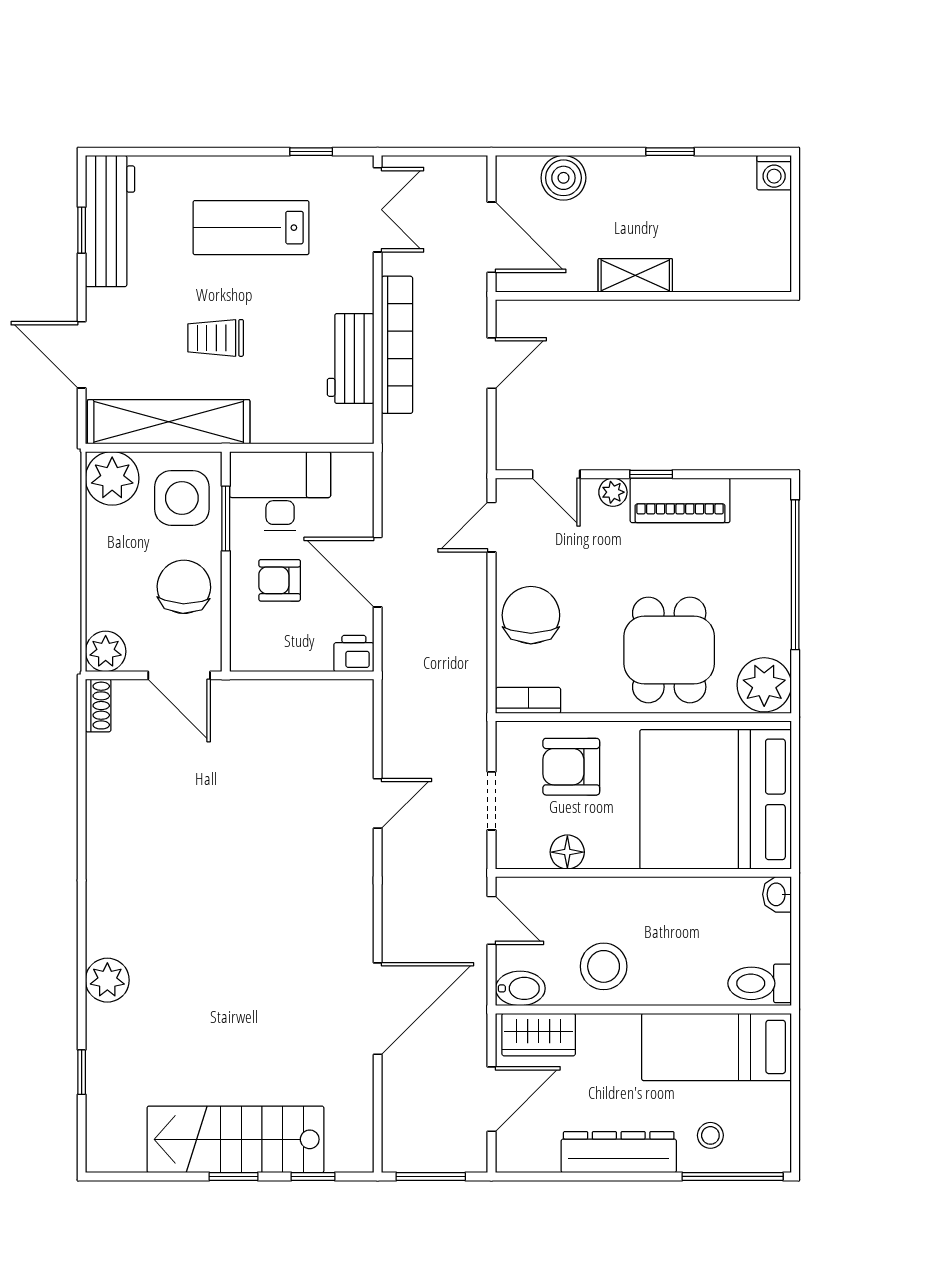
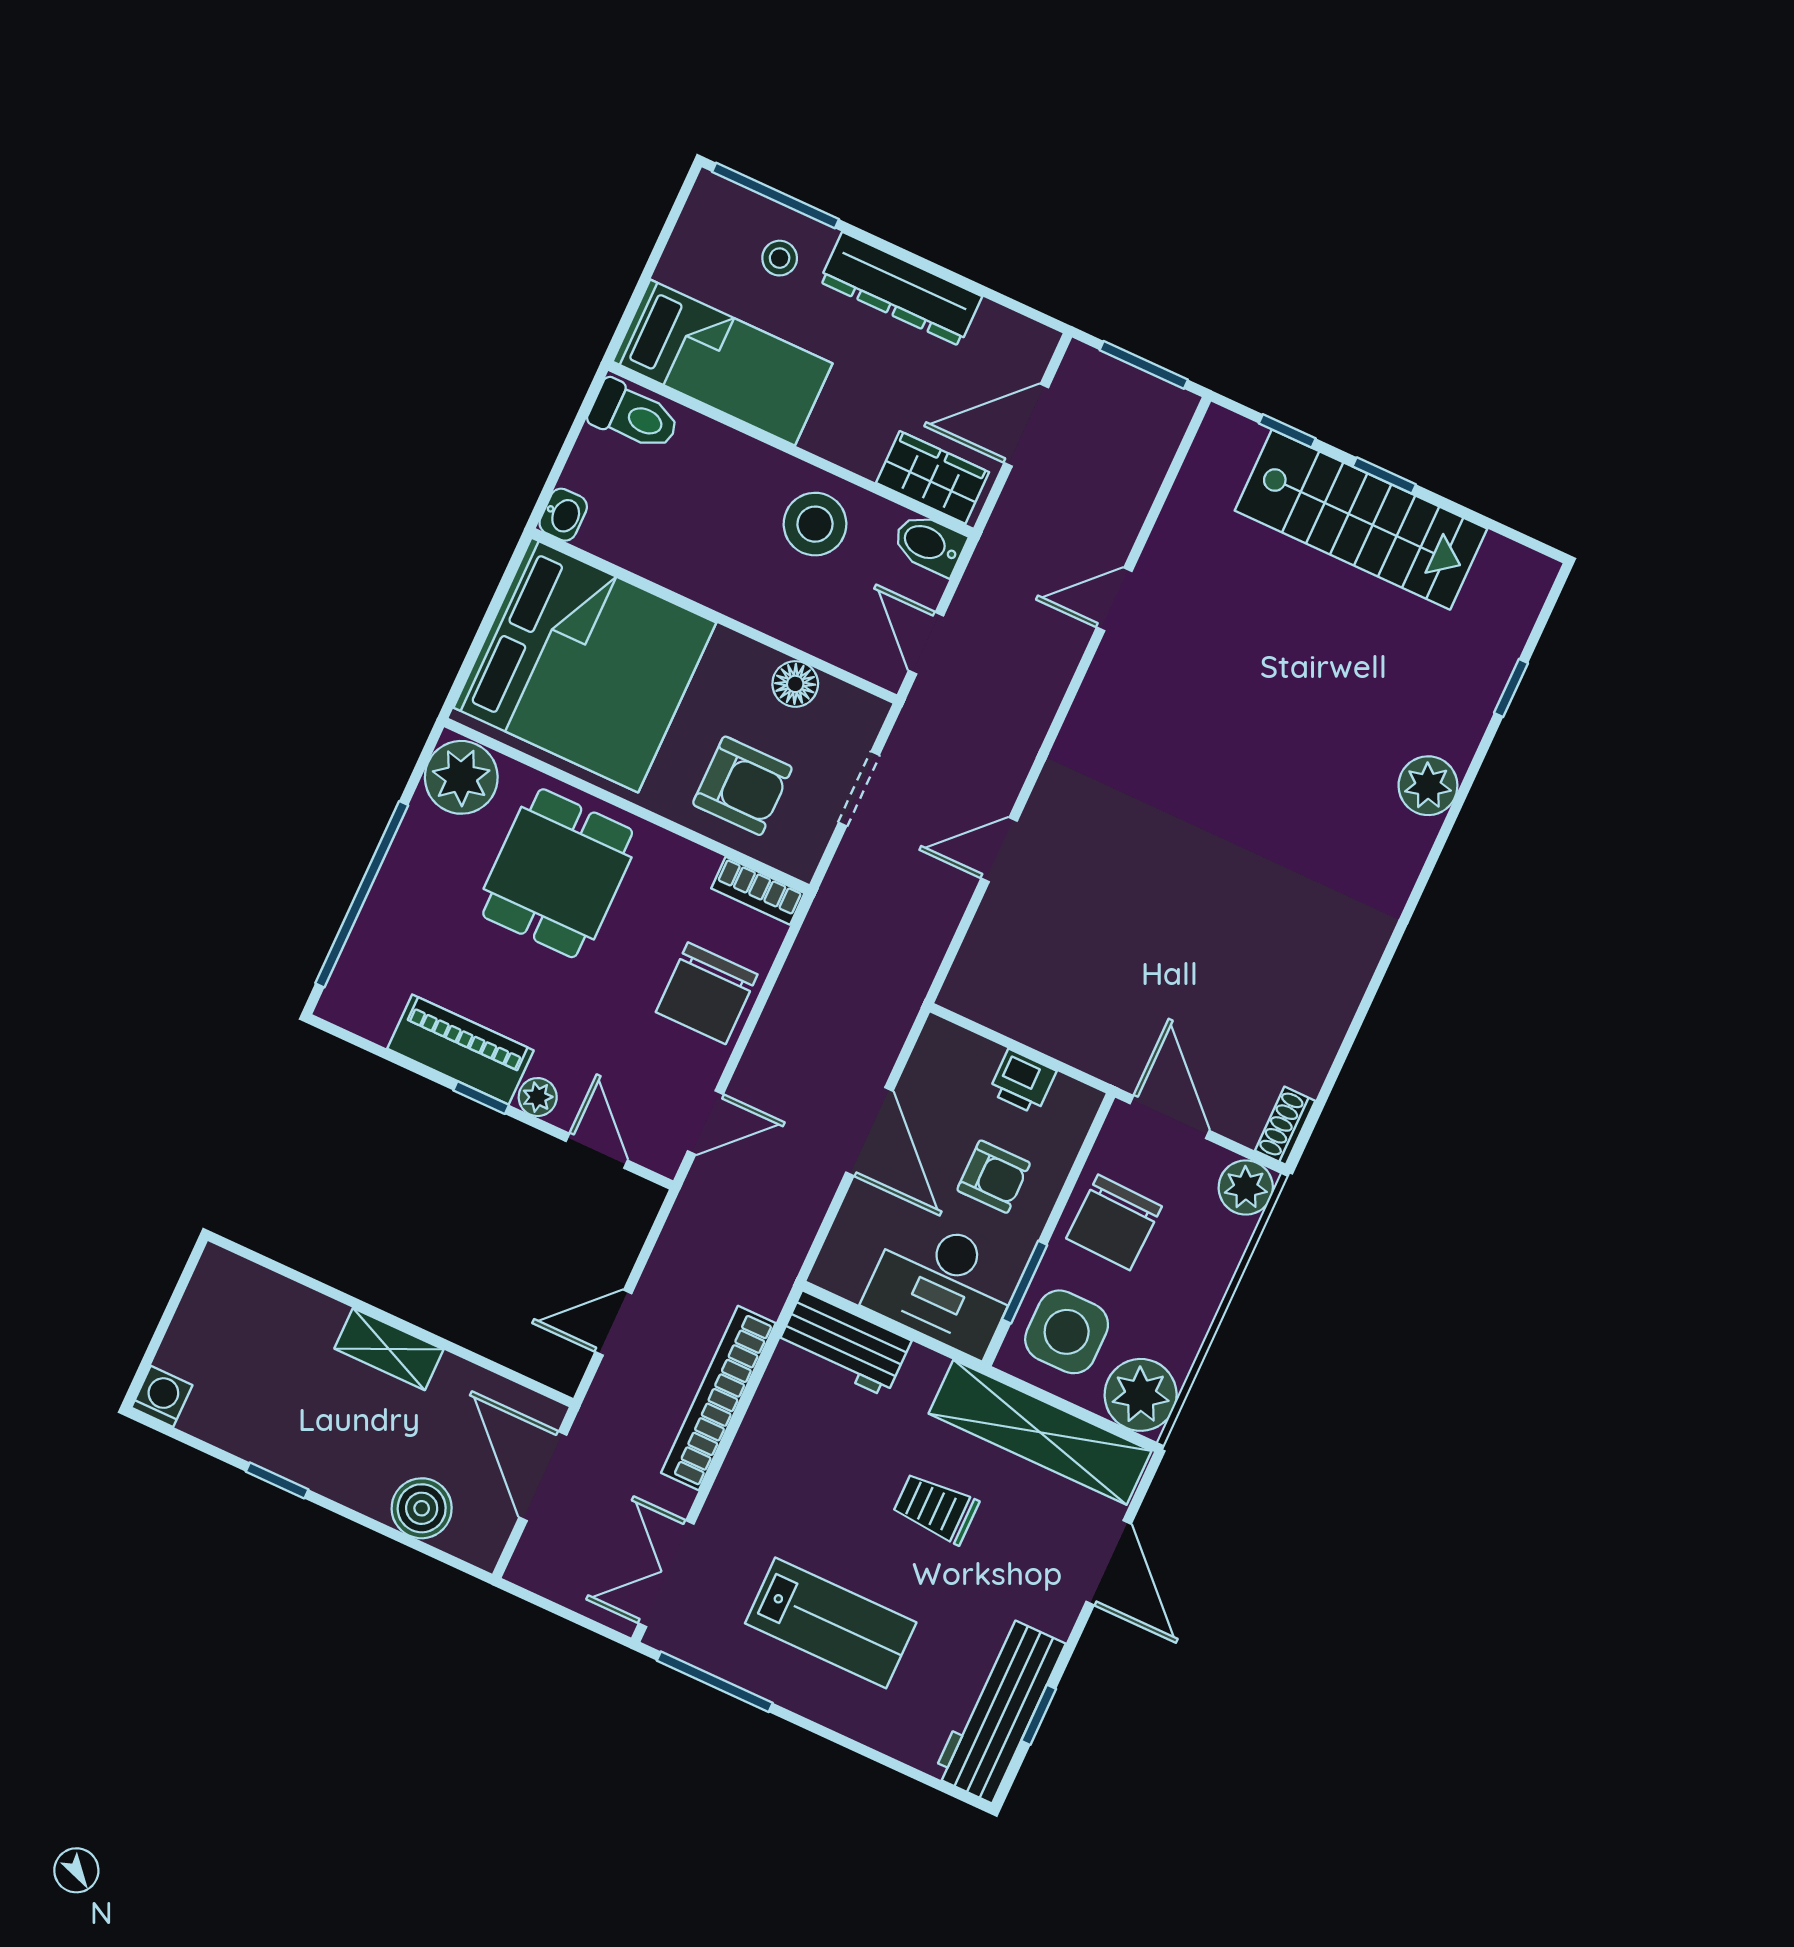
window: (311, 152) -> (715, 1682), width x2.17
trolley: (216, 338) -> (936, 1508), turned 180
workbench: (351, 359) -> (844, 1344), moved, turned 90
printer: (354, 654) -> (1023, 1082), moved
door: (378, 1009) -> (1114, 599), width x0.53

